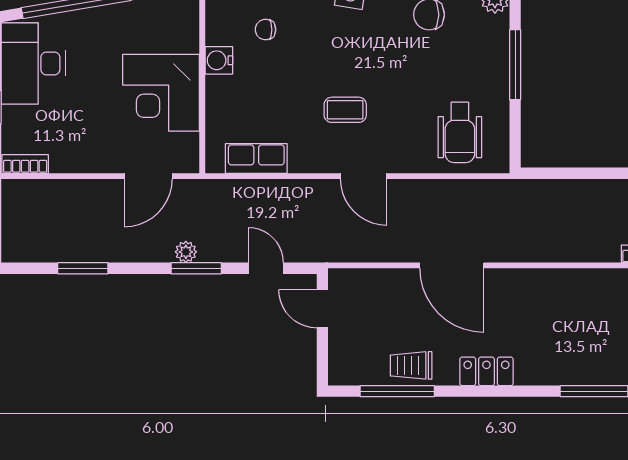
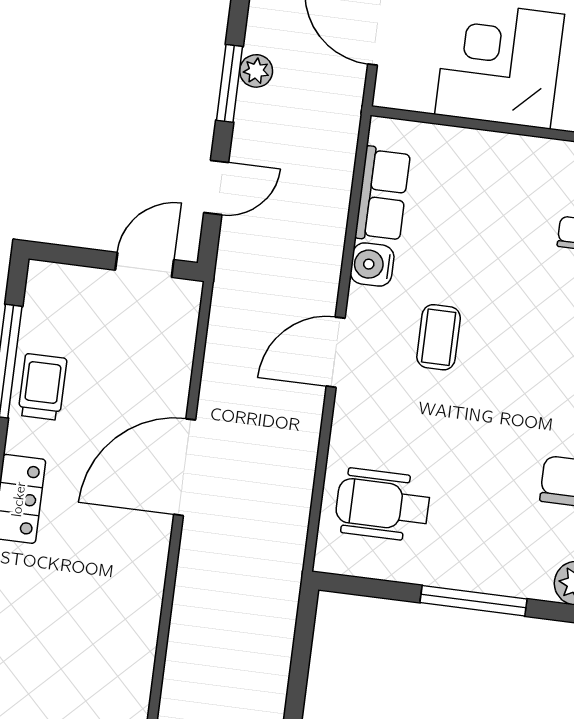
water cooler: (219, 60) -> (372, 265), moved, turned -90

